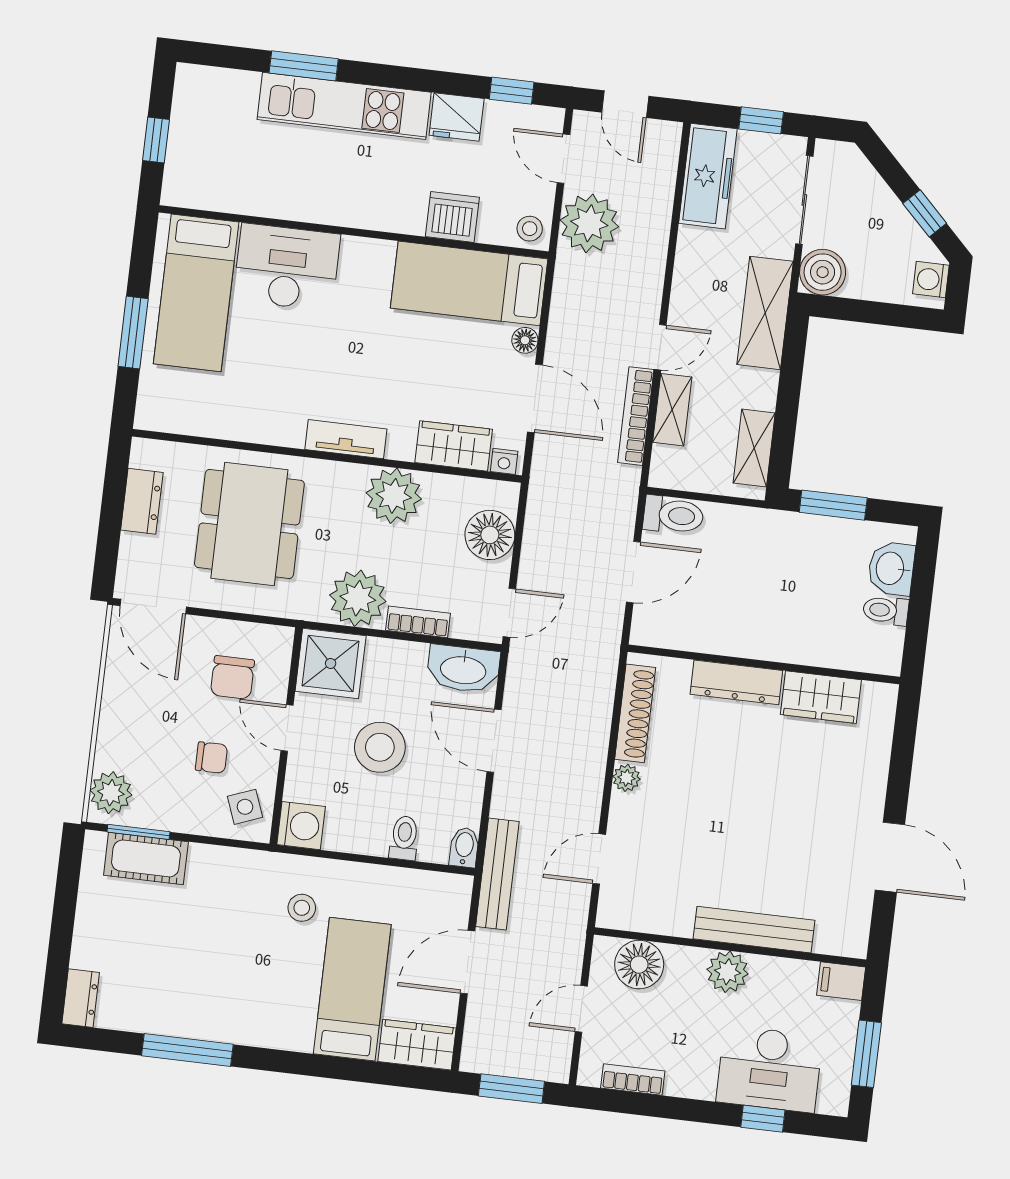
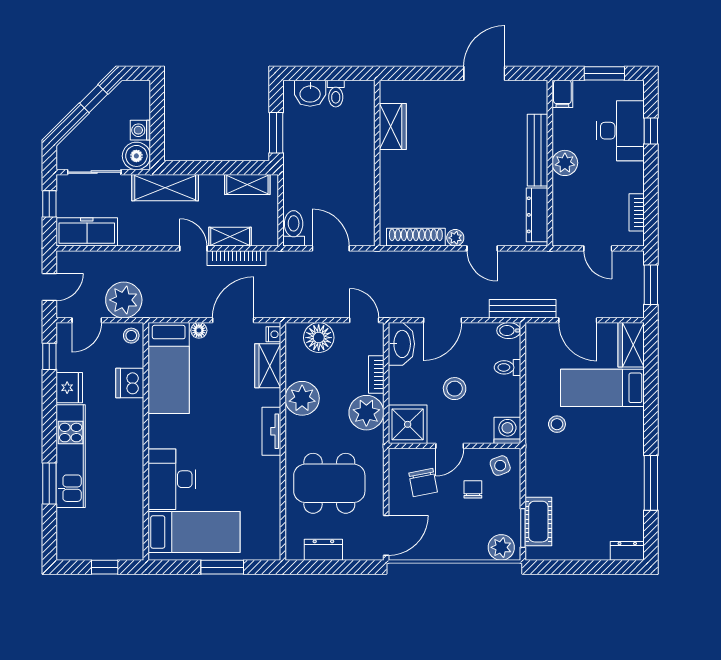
washing machine: (931, 279) -> (140, 130), moved, turned 90
chair: (232, 677) -> (423, 482), turned 79
dresser: (736, 682) -> (537, 215), moved, turned 180
stool: (380, 747) -> (455, 389), width x0.73, depth x0.73
door: (599, 859) -> (482, 248), moved
floor lamp: (639, 965) -> (567, 217), removed

